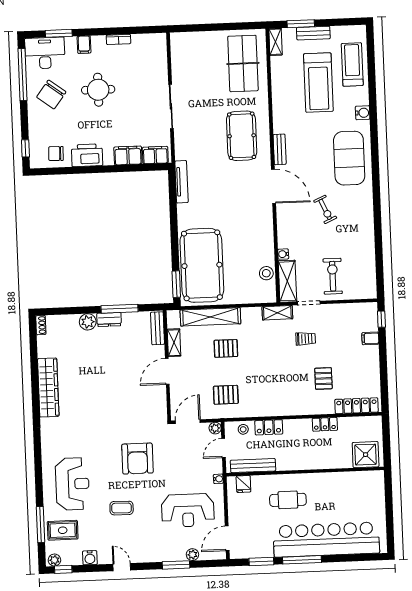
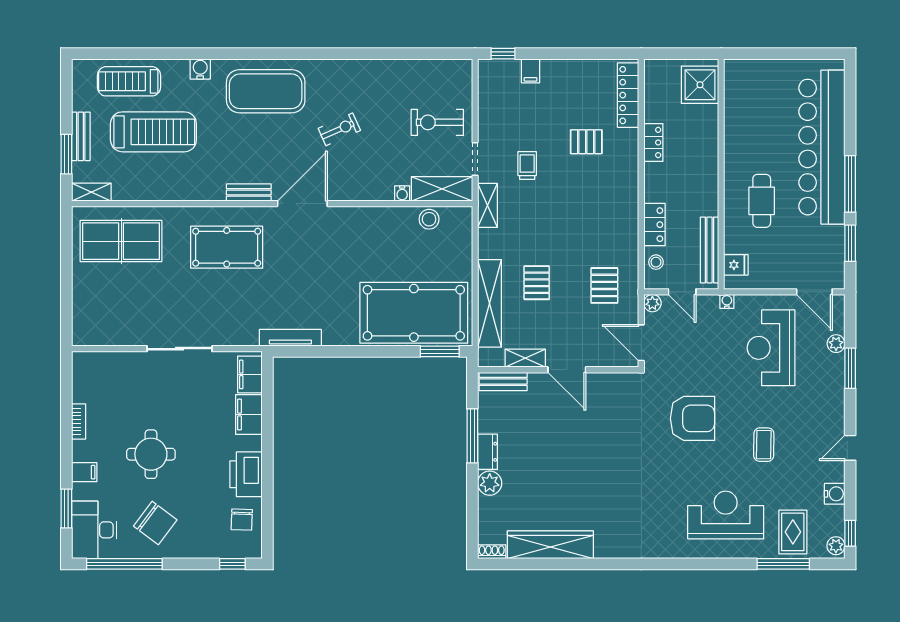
wardrobe: (48, 388) -> (550, 545), moved
reception desk: (188, 510) -> (771, 348), turned 180

